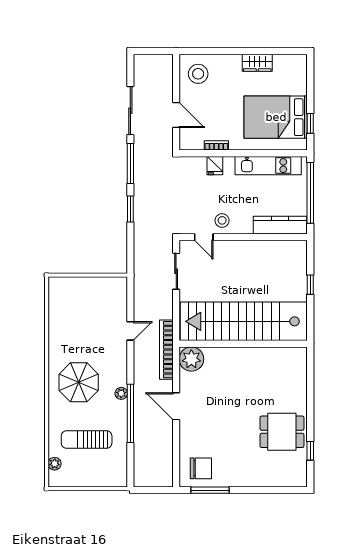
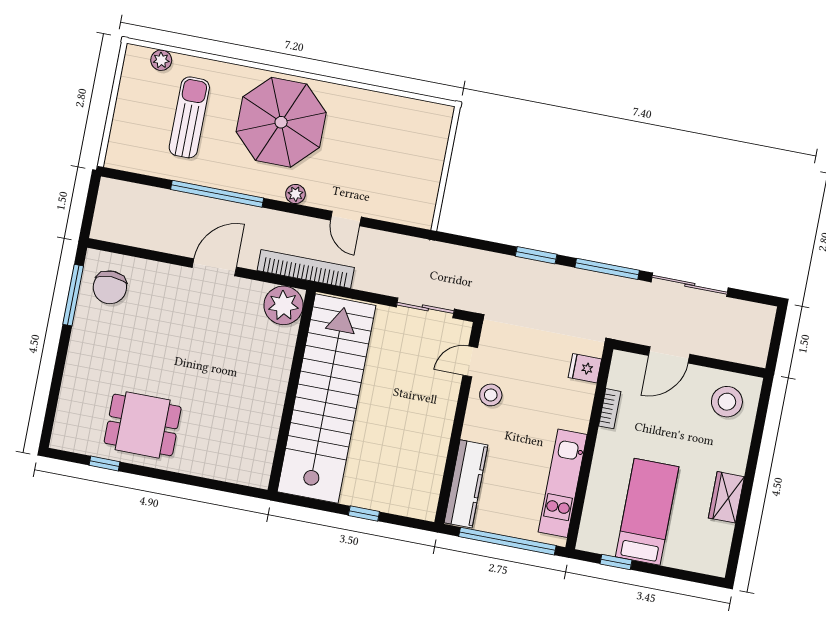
bed: (276, 117) -> (647, 512), width x0.67
fridge: (215, 166) -> (585, 368), moved
parasol: (79, 382) -> (281, 122), width x1.36, depth x1.36
plant: (121, 393) -> (295, 194), moved
dining table: (282, 432) -> (143, 425), turned 90

